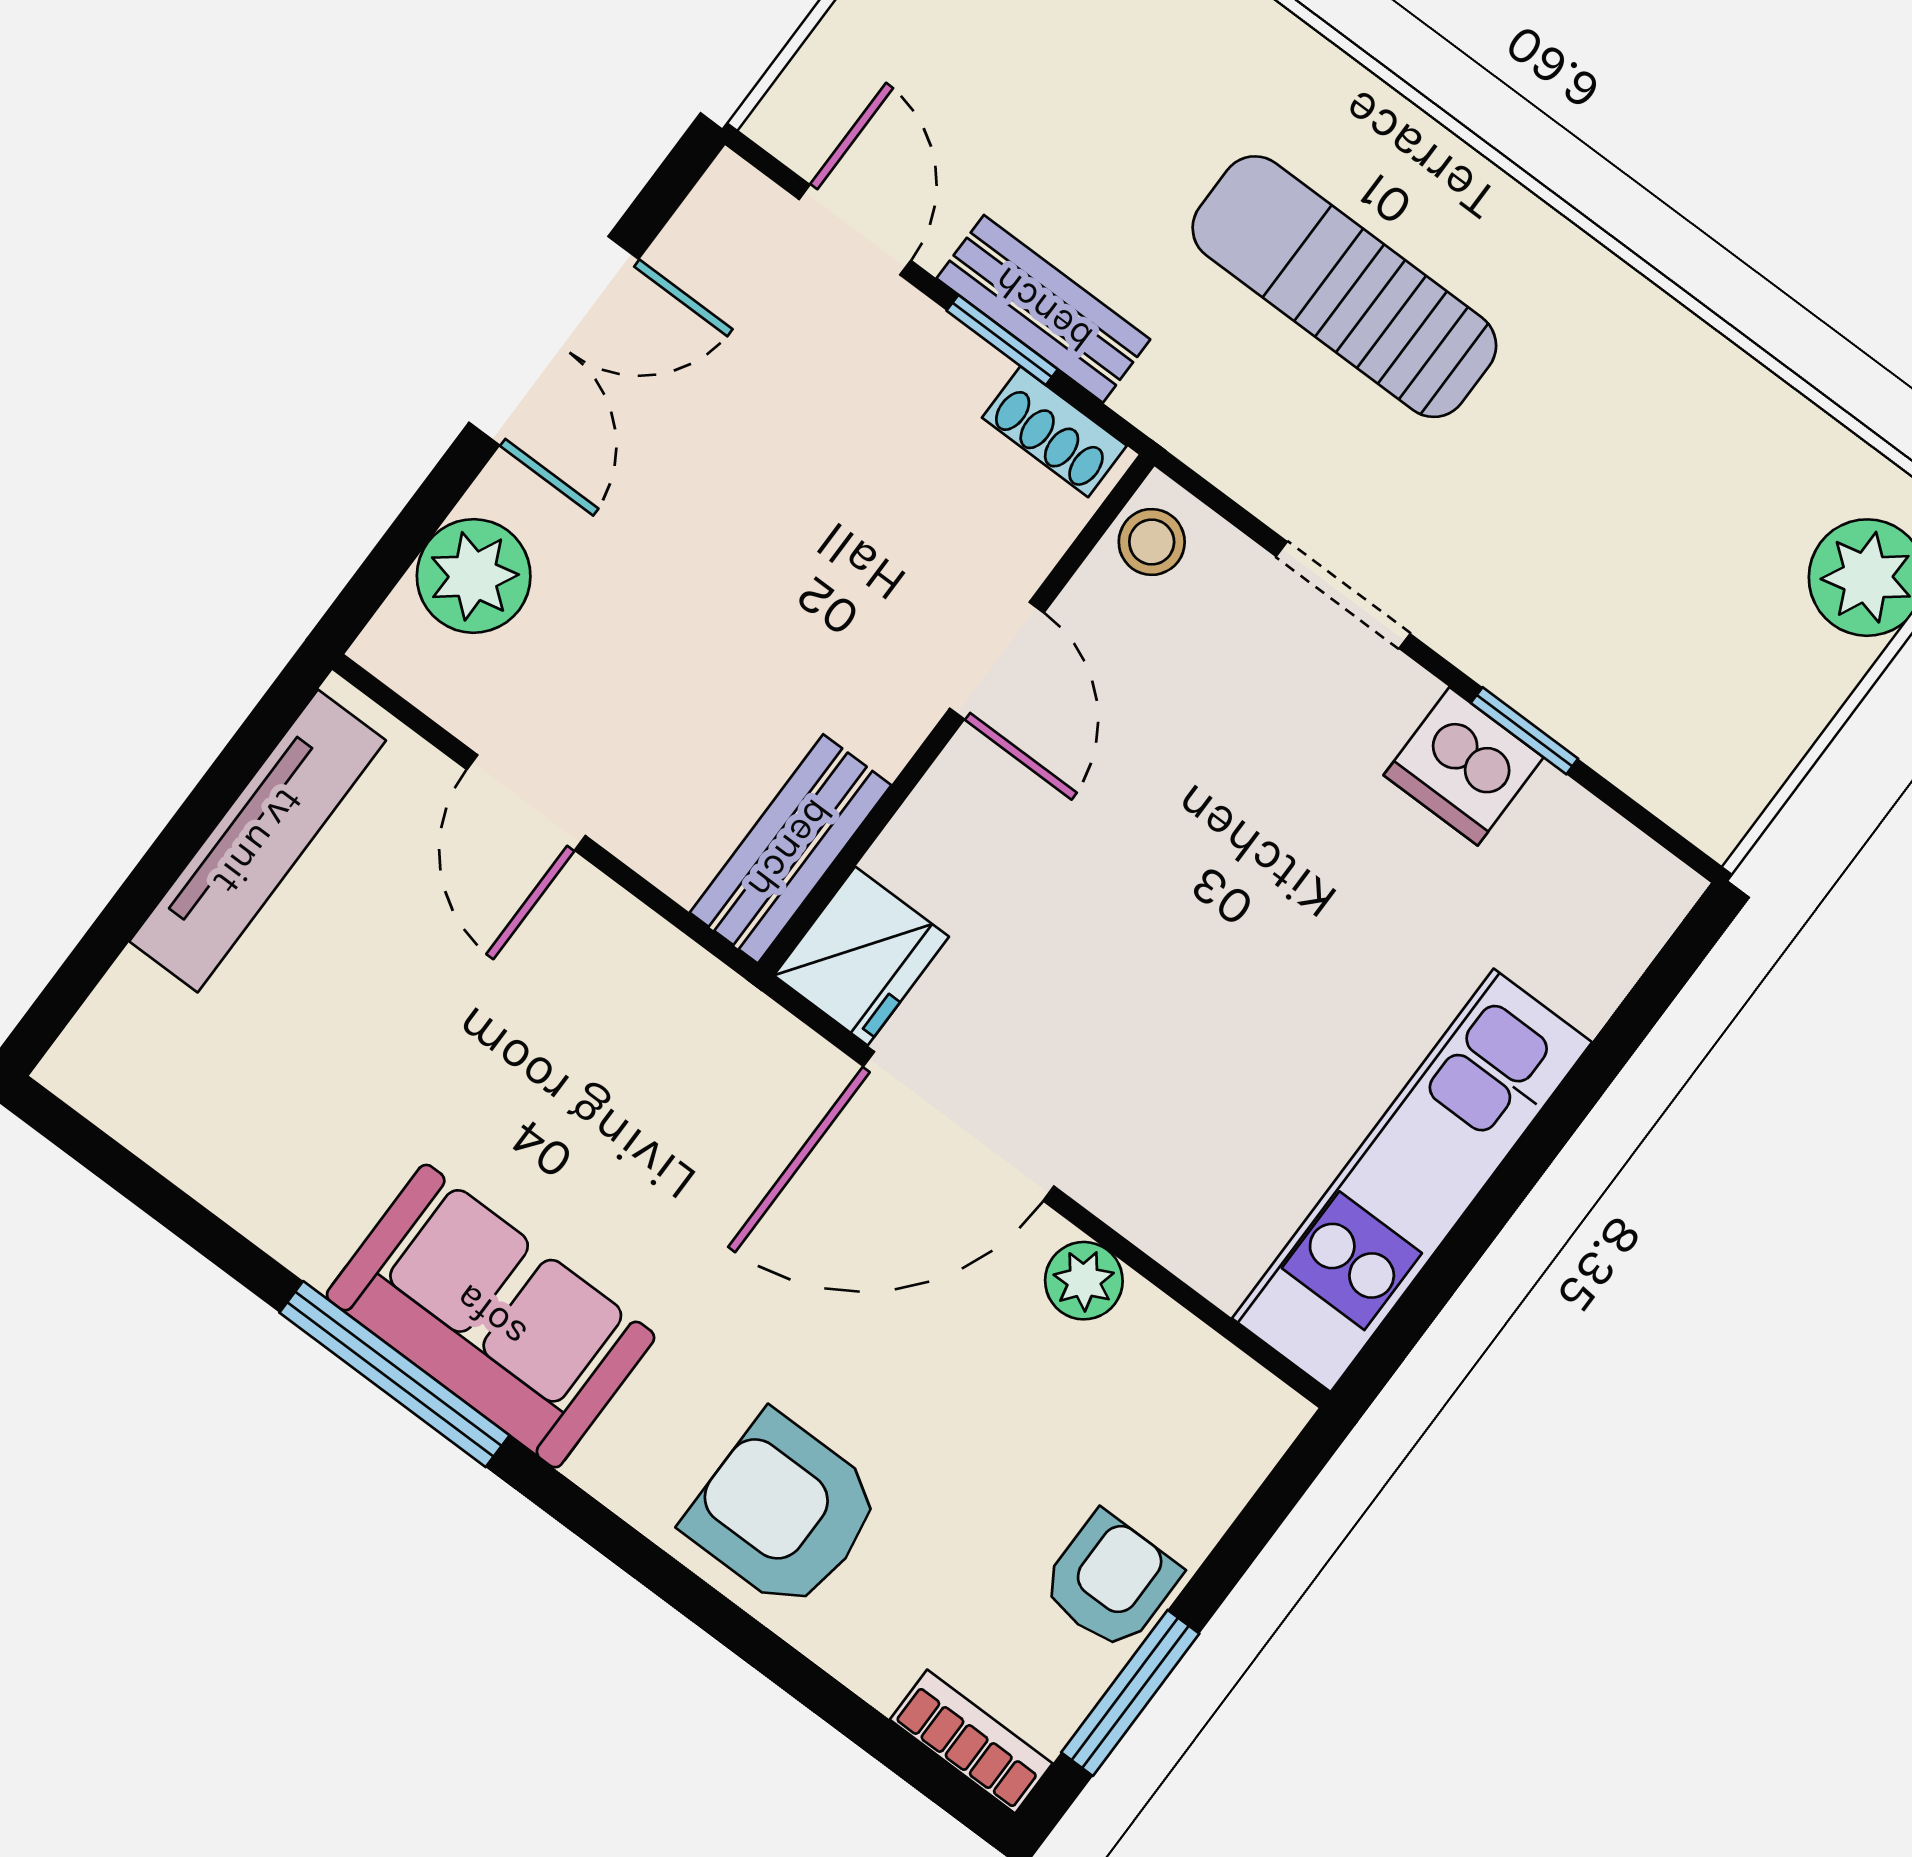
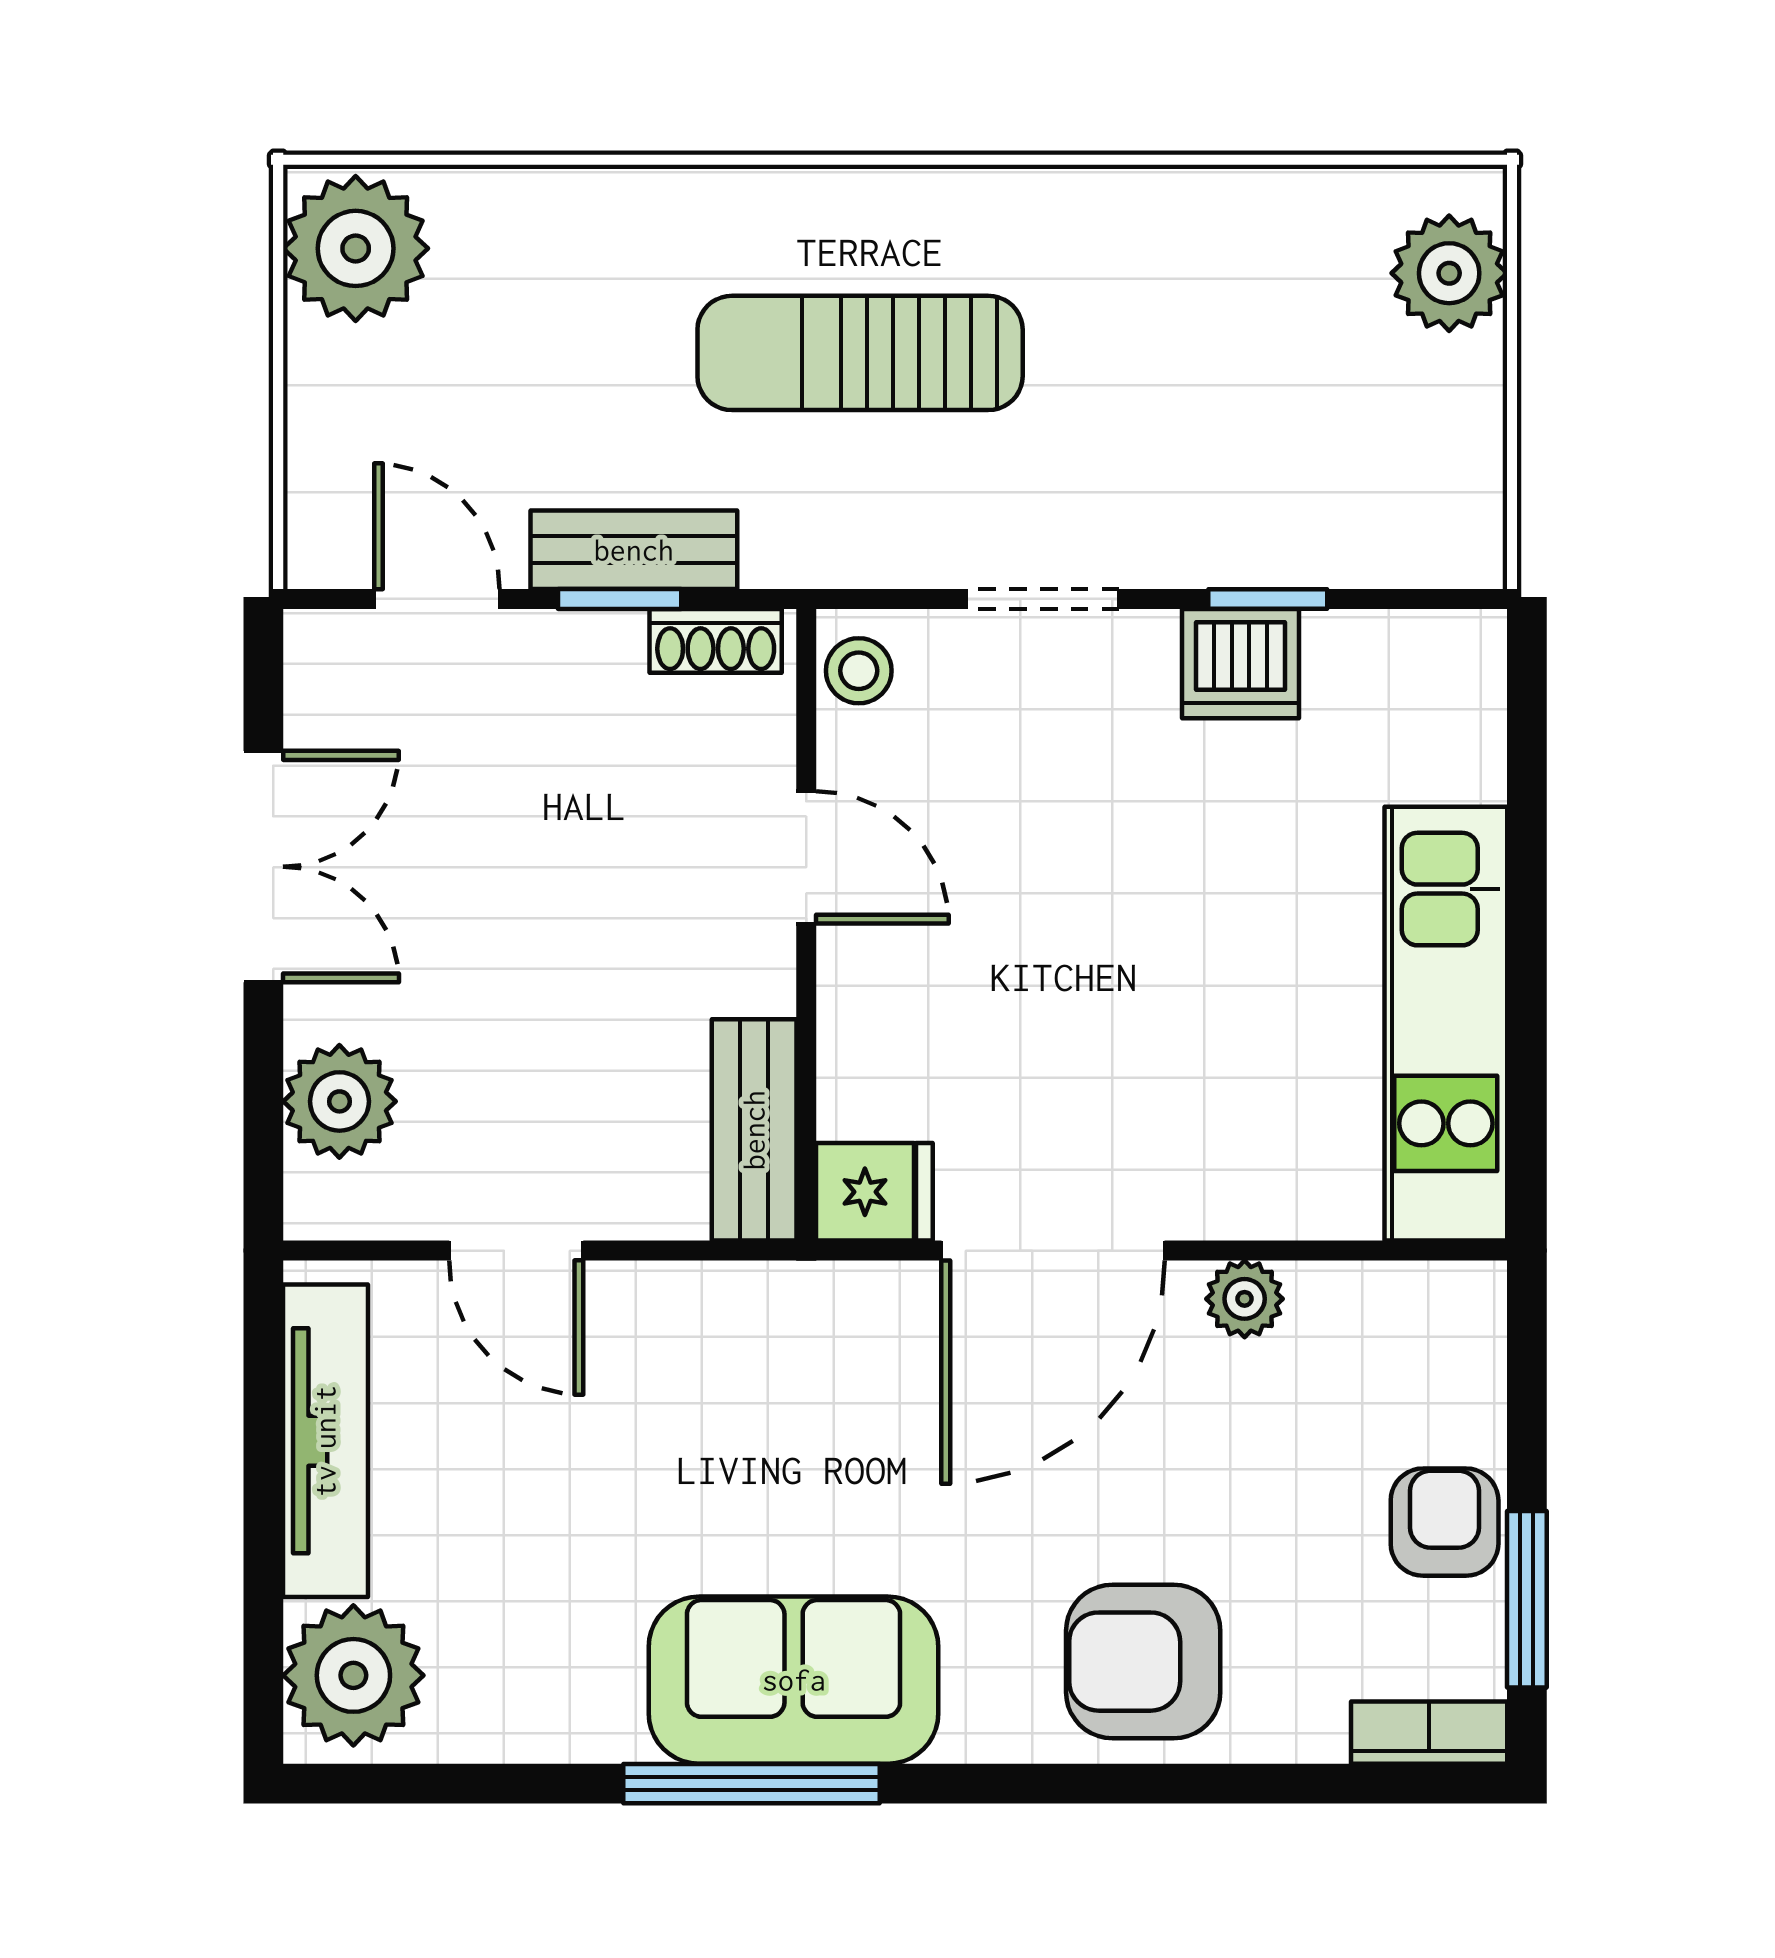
fridge: (861, 956) -> (874, 1192), width x0.72
plant: (139, 1047) -> (353, 1675), added

